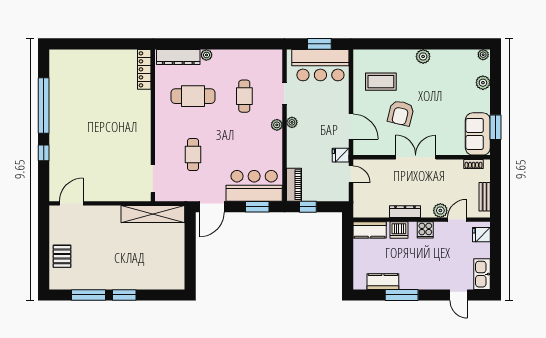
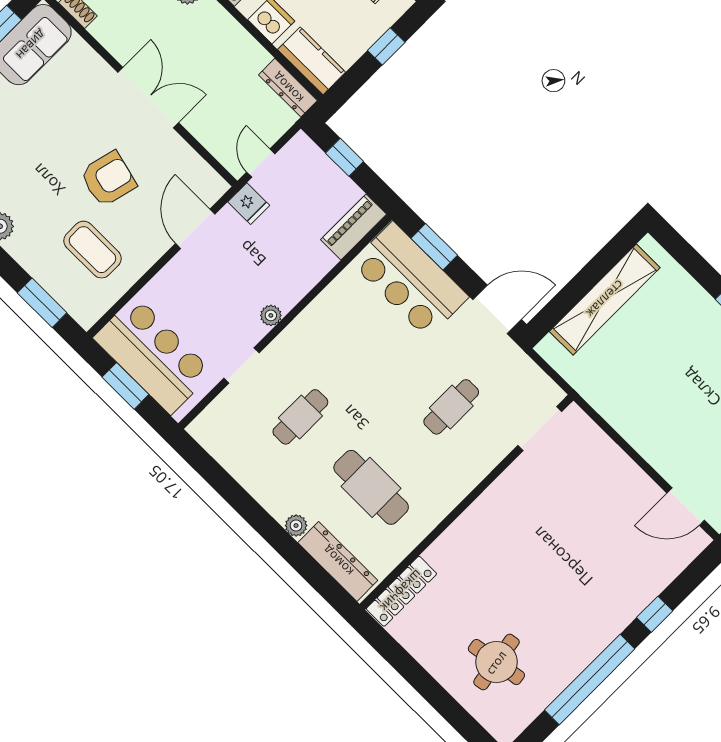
window: (380, 44) -> (42, 303), added
round table: (84, 78) -> (496, 662), added
plant: (277, 125) -> (295, 333), removed
double door: (416, 157) -> (148, 98), swing flipped
window: (308, 207) -> (345, 157), moved
dresser: (405, 212) -> (288, 88), moved
shelving: (153, 214) -> (605, 299), moved, turned 90
window: (348, 262) -> (386, 46), added

